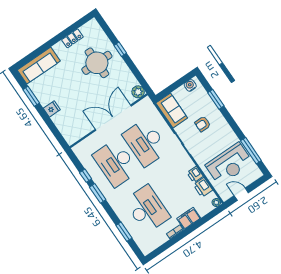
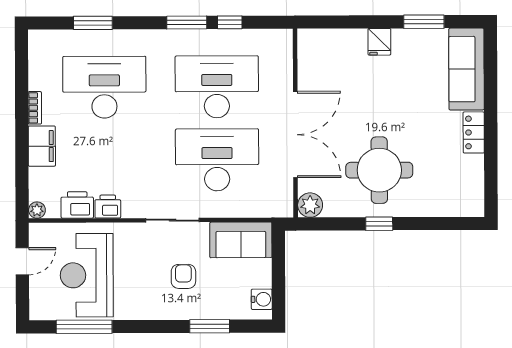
locker: (72, 38) -> (474, 132), moved
window: (120, 49) -> (379, 224), moved
round table: (97, 63) -> (379, 170), moved
desk: (147, 209) -> (104, 87), turned 180

